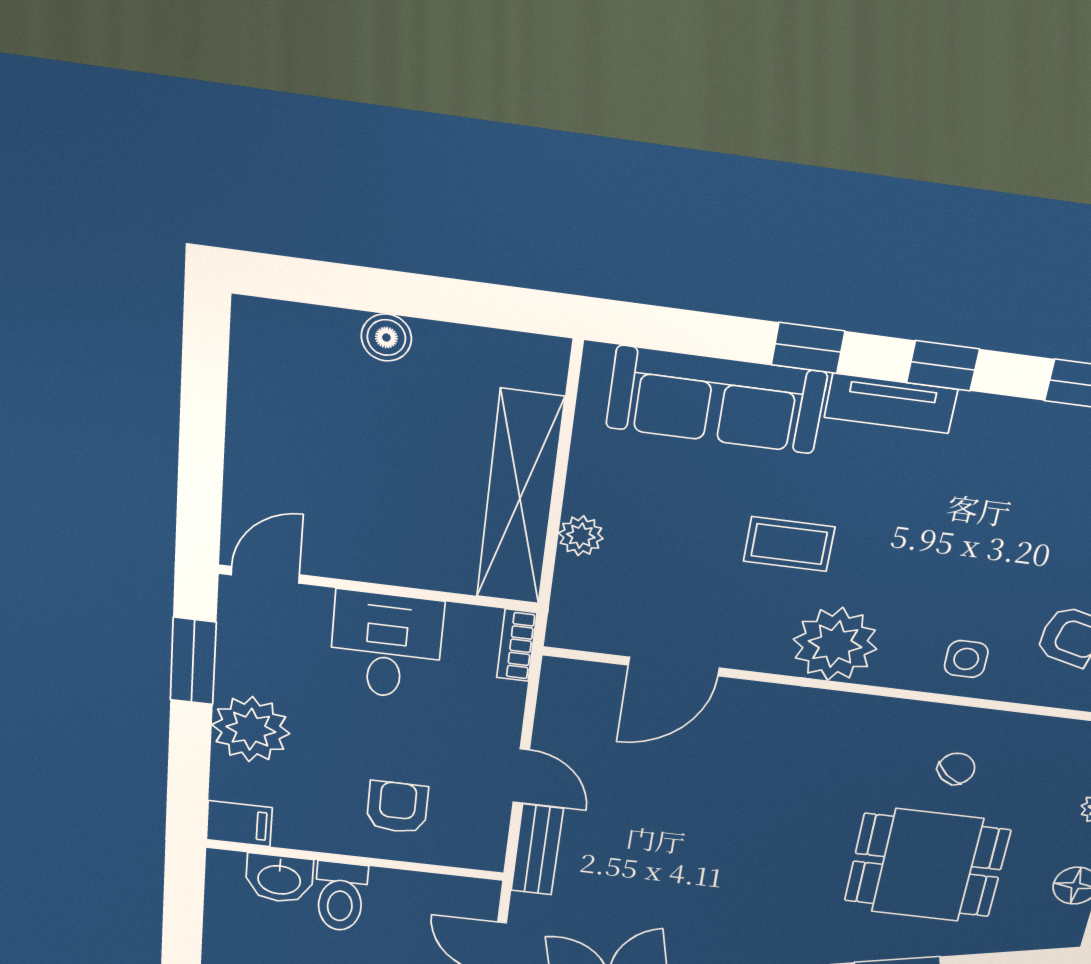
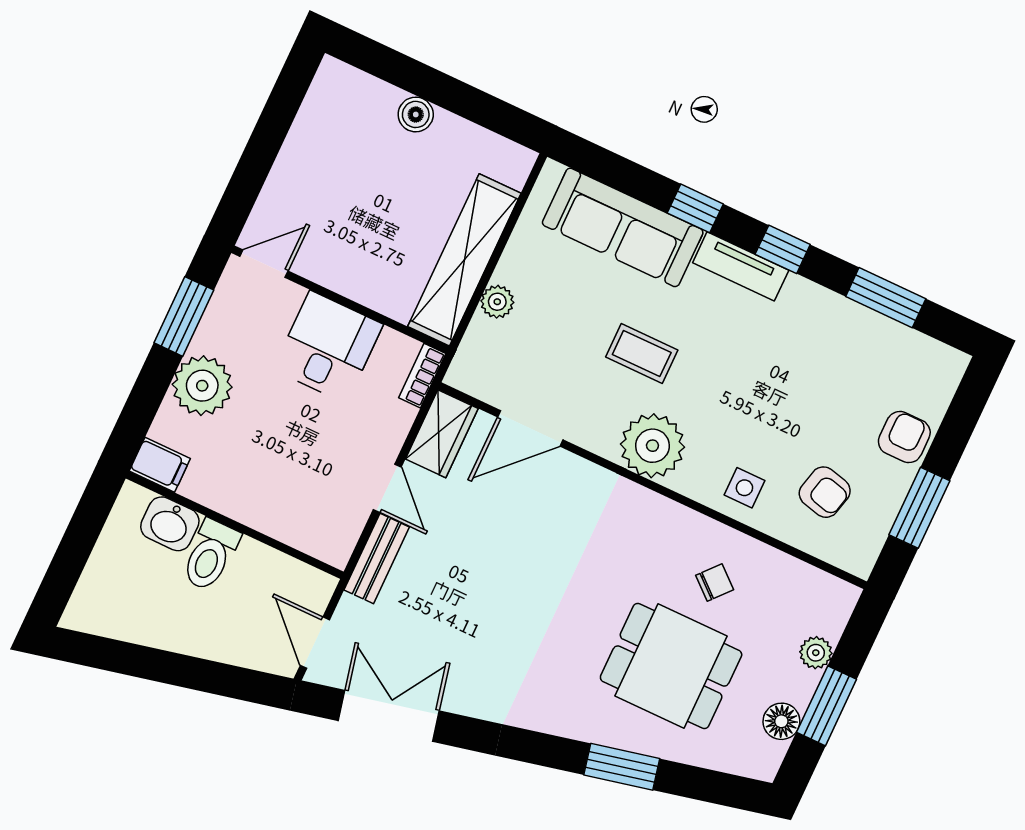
wardrobe: (565, 702) -> (442, 434), added
armchair: (397, 807) -> (285, 487), removed

